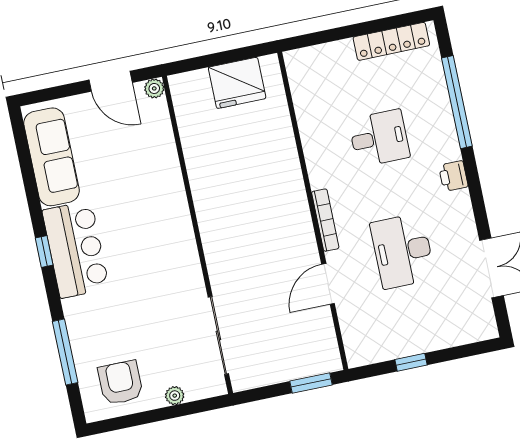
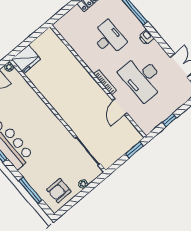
fridge: (237, 83) -> (26, 59), moved
desk: (379, 138) -> (109, 38), width x1.37
desk: (403, 251) -> (142, 78), width x1.36, depth x1.30
armchair: (120, 383) -> (59, 191), turned -90

